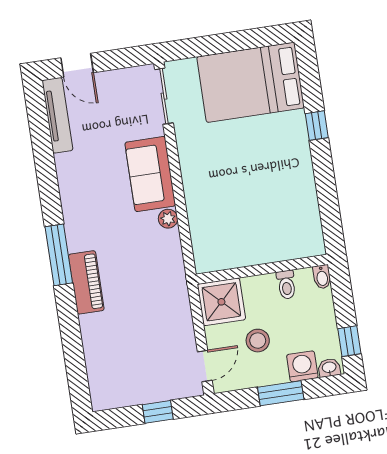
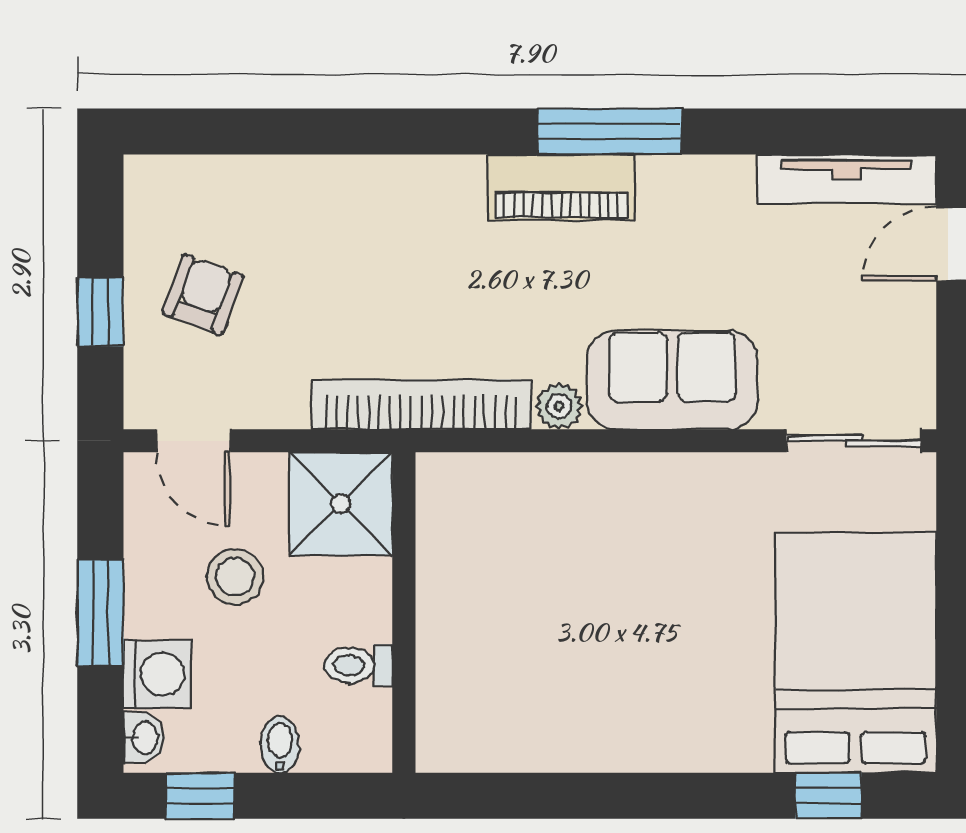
window: (317, 126) -> (828, 796), moved
window: (59, 255) -> (610, 131), moved
bookcase: (176, 275) -> (421, 404), added
bidet: (322, 277) -> (280, 745), moved, turned 90
piano: (86, 282) -> (561, 187), moved
armchair: (144, 371) -> (203, 294), added

